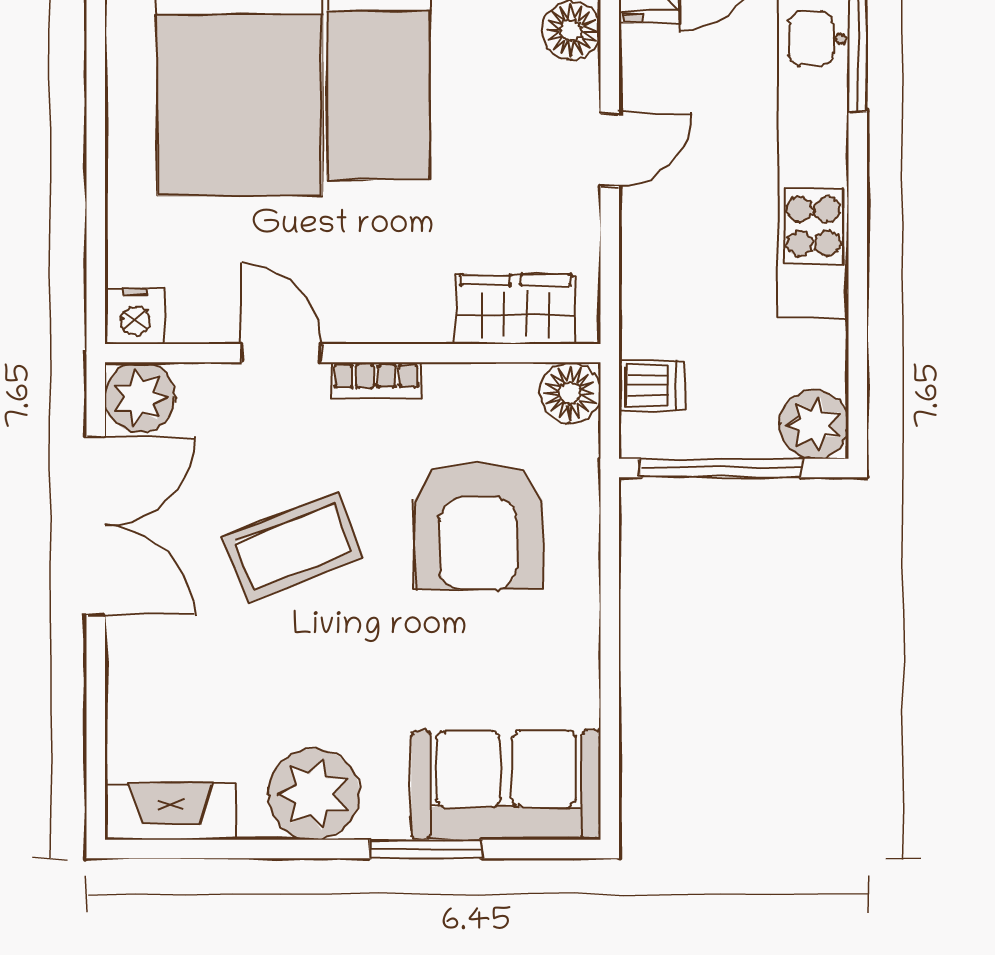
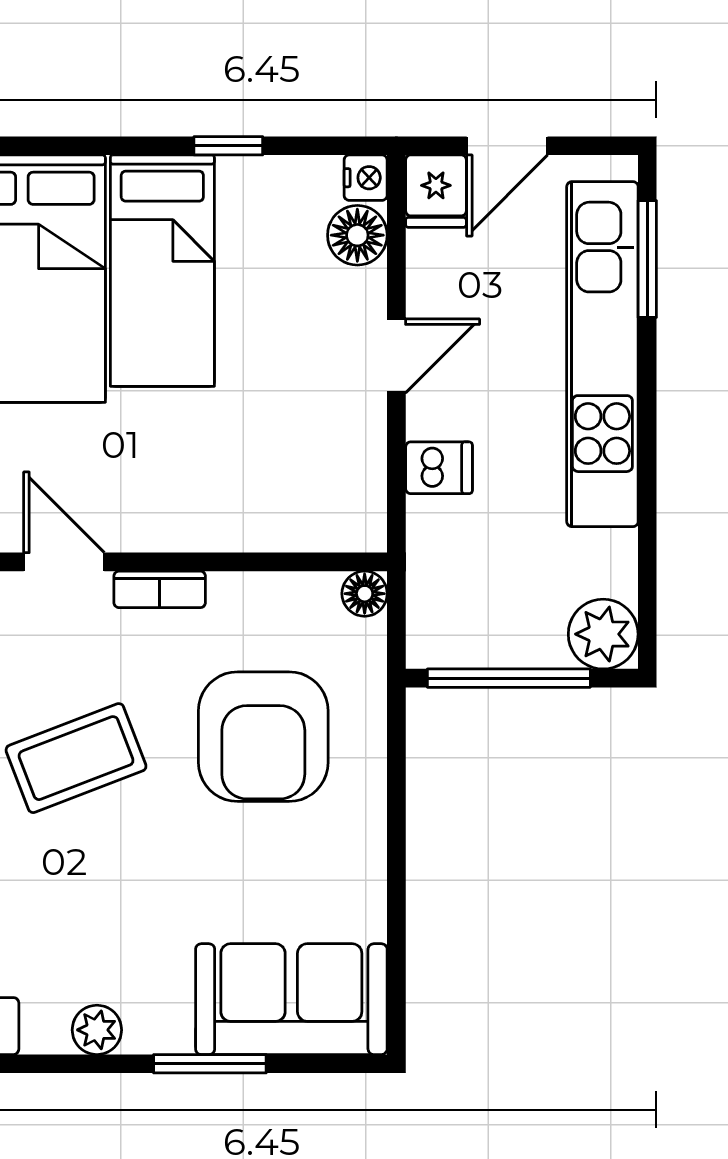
wardrobe: (516, 309) -> (301, 518), removed
dishwasher: (652, 386) -> (439, 468), moved
floor lamp: (570, 393) -> (365, 594), width x0.73, depth x0.73
plant: (314, 794) -> (97, 1030), width x0.53, depth x0.53

